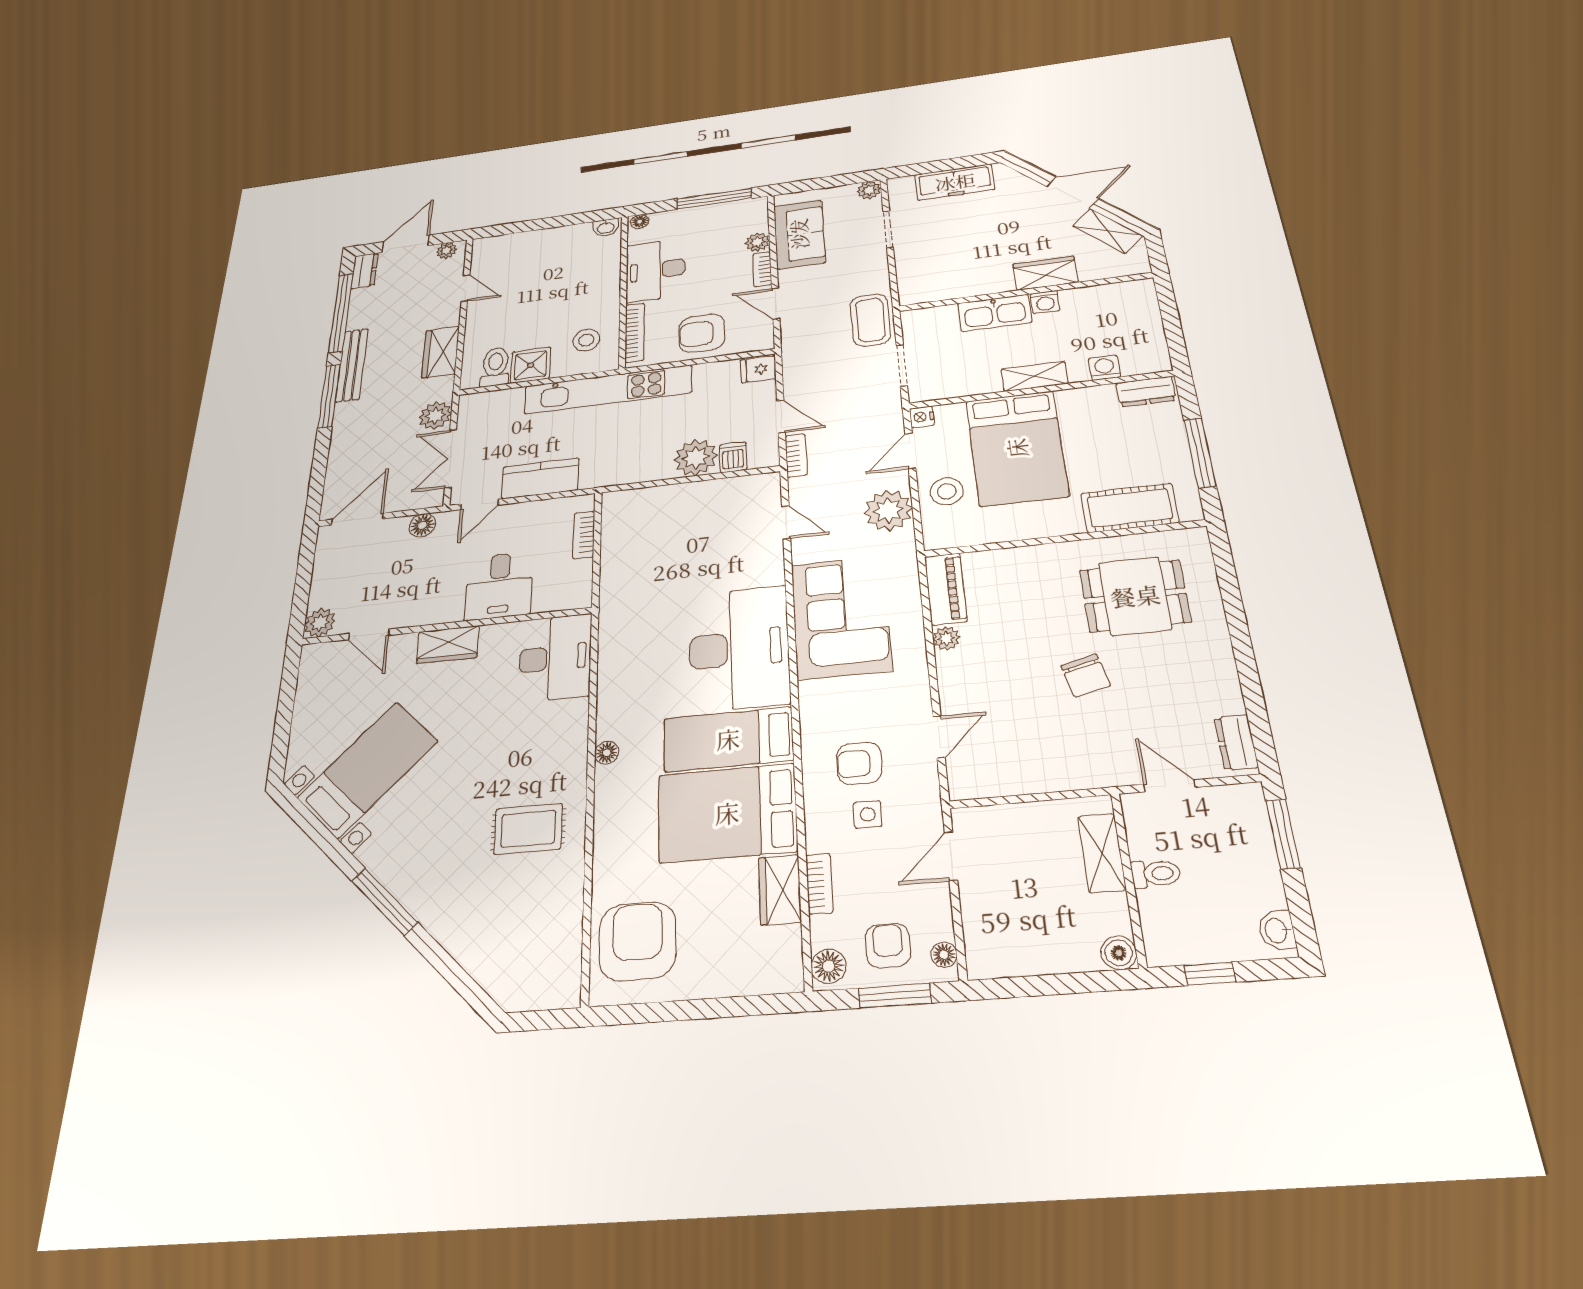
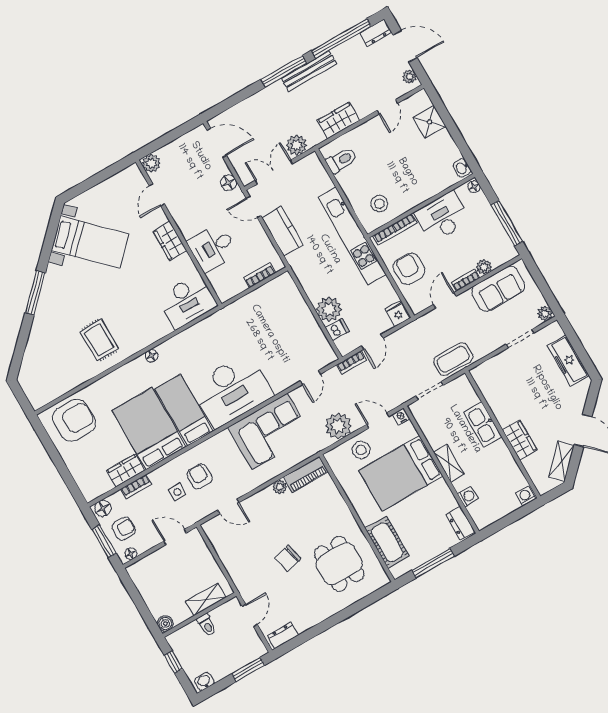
washing machine: (1045, 302) -> (526, 496), moved, turned 90
shower: (531, 365) -> (430, 122), moved

